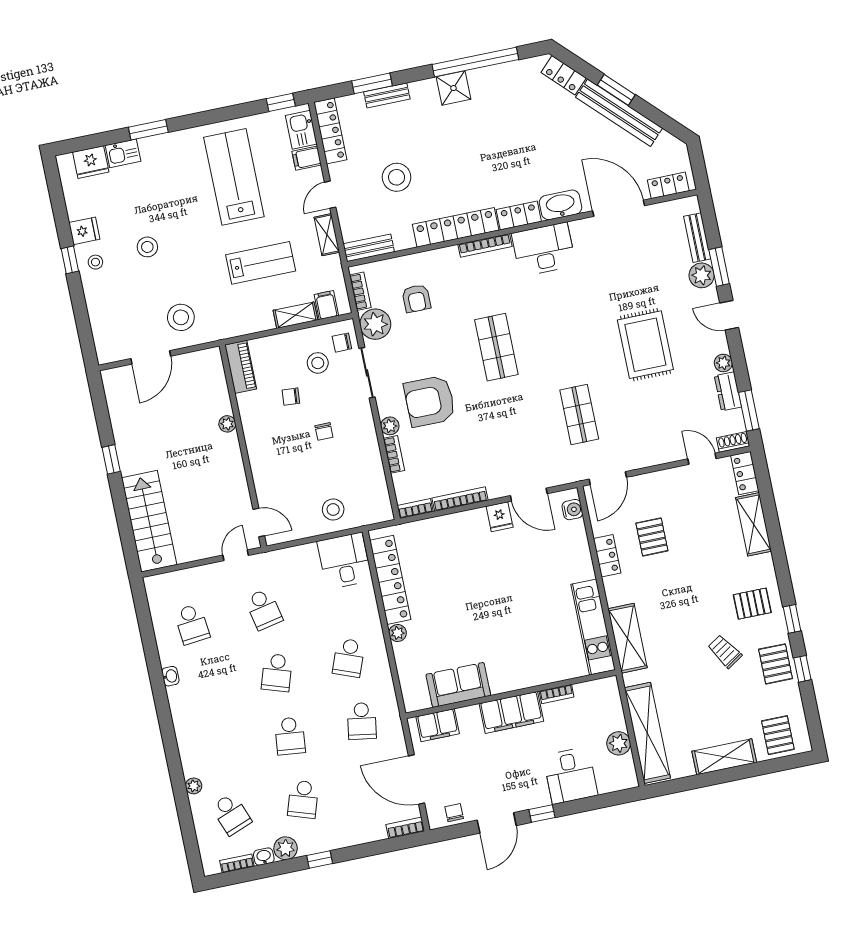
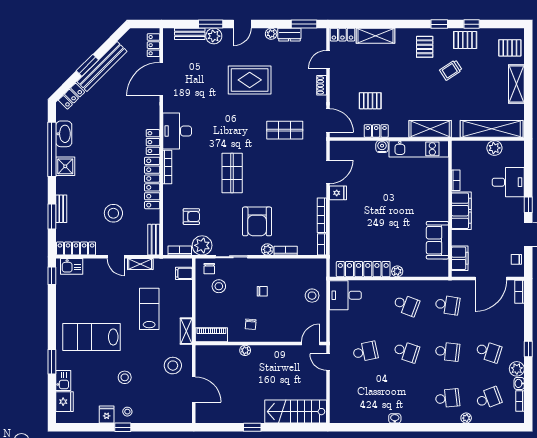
filing cabinet: (307, 158) -> (90, 267), removed
lab bench: (234, 177) -> (91, 337), moved
washbasin: (561, 205) -> (64, 134), moved, turned 180
shelving: (295, 315) -> (186, 331), moved
shop shelf: (496, 347) -> (232, 173), turned 90
chair: (291, 397) -> (251, 324), moved
shoe rack: (733, 442) -> (322, 85), moved
water cooler: (572, 510) -> (382, 147), moved
school desk: (192, 624) -> (447, 398), moved

